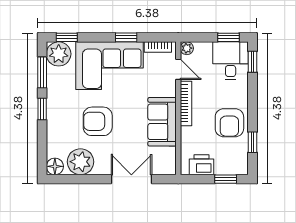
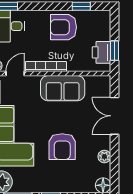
armchair: (229, 123) -> (63, 27), turned 180
plant: (80, 162) -> (104, 157), width x0.53, depth x0.53
window: (226, 179) -> (115, 51), moved

